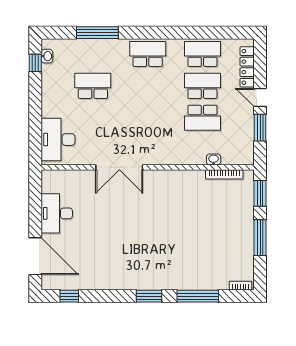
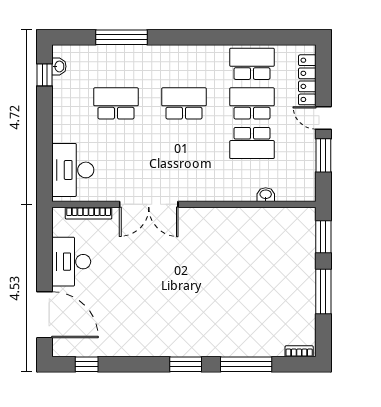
school desk: (148, 54) -> (184, 103), moved
bookcase: (224, 174) -> (89, 213), moved

